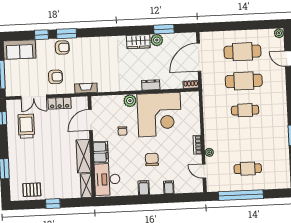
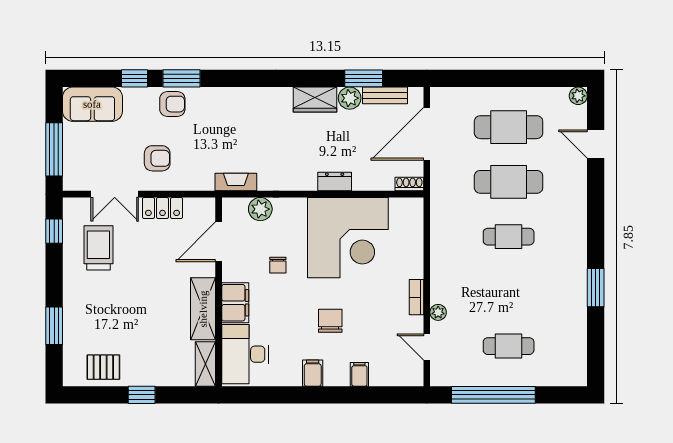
bench: (176, 38) -> (385, 95), added
fireplace: (86, 88) -> (236, 182), moved
plant: (130, 101) -> (260, 209), moved

